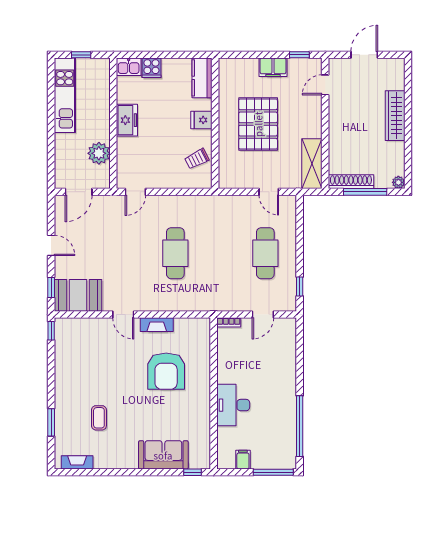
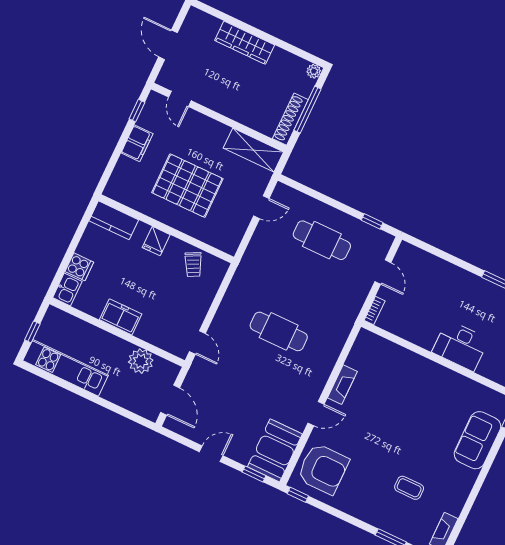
armchair: (166, 371) -> (323, 469), moved

